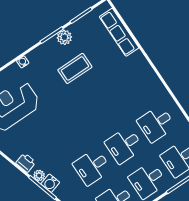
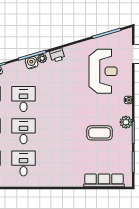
plant: (64, 37) -> (126, 122), moved
coffee table: (75, 68) -> (100, 133), turned 90

